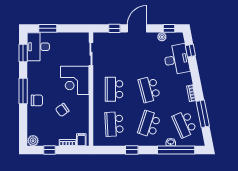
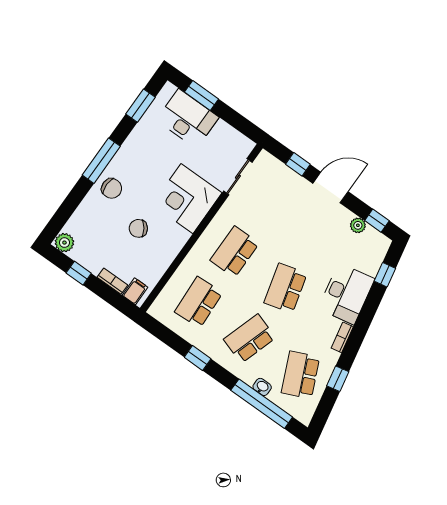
desk: (38, 47) -> (188, 119), moved, turned 90
desk: (176, 59) -> (346, 294), moved
window: (203, 114) -> (338, 379), width x0.46

